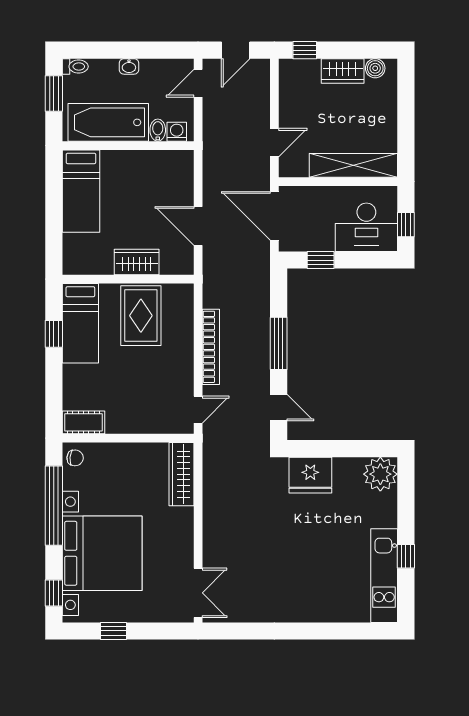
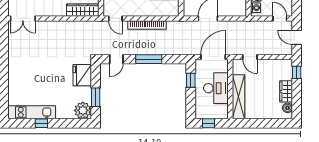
desk: (366, 227) -> (216, 88), moved, turned 180
window: (354, 449) -> (96, 97), added

